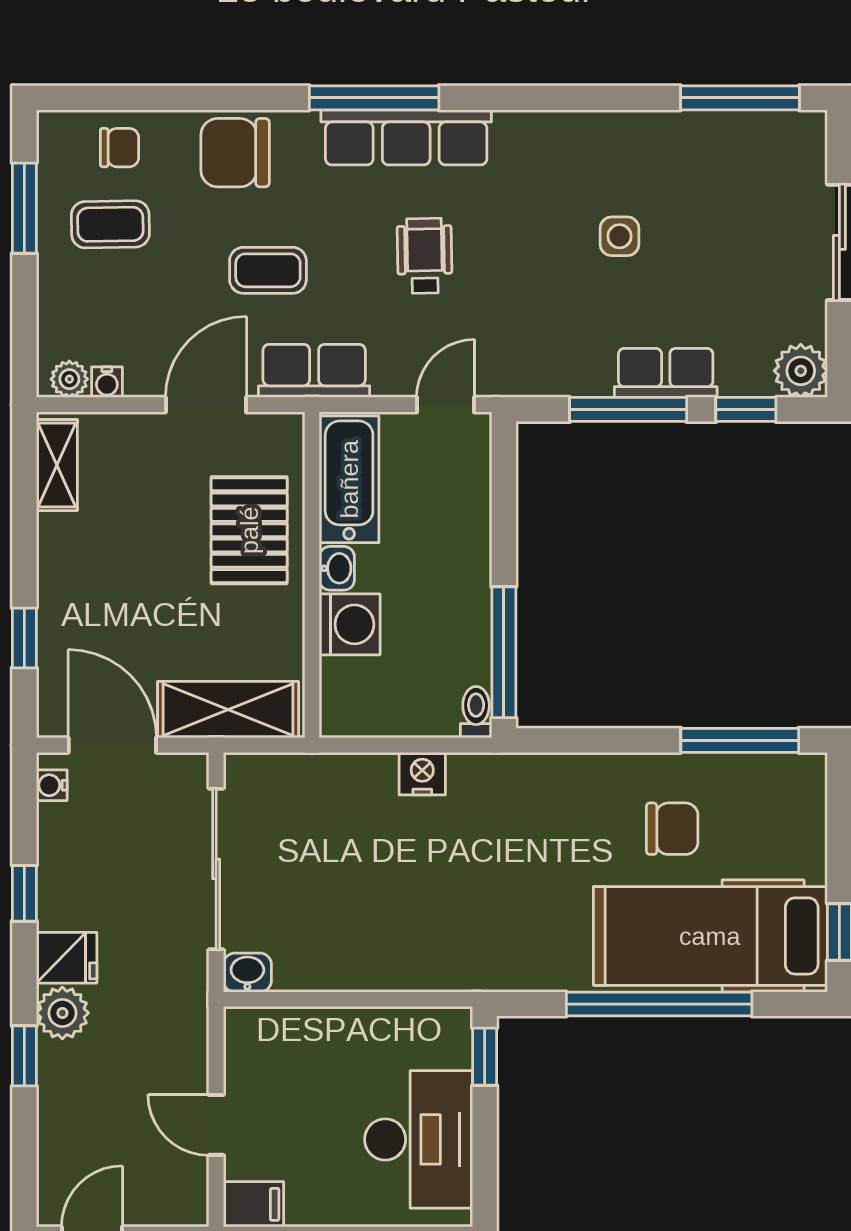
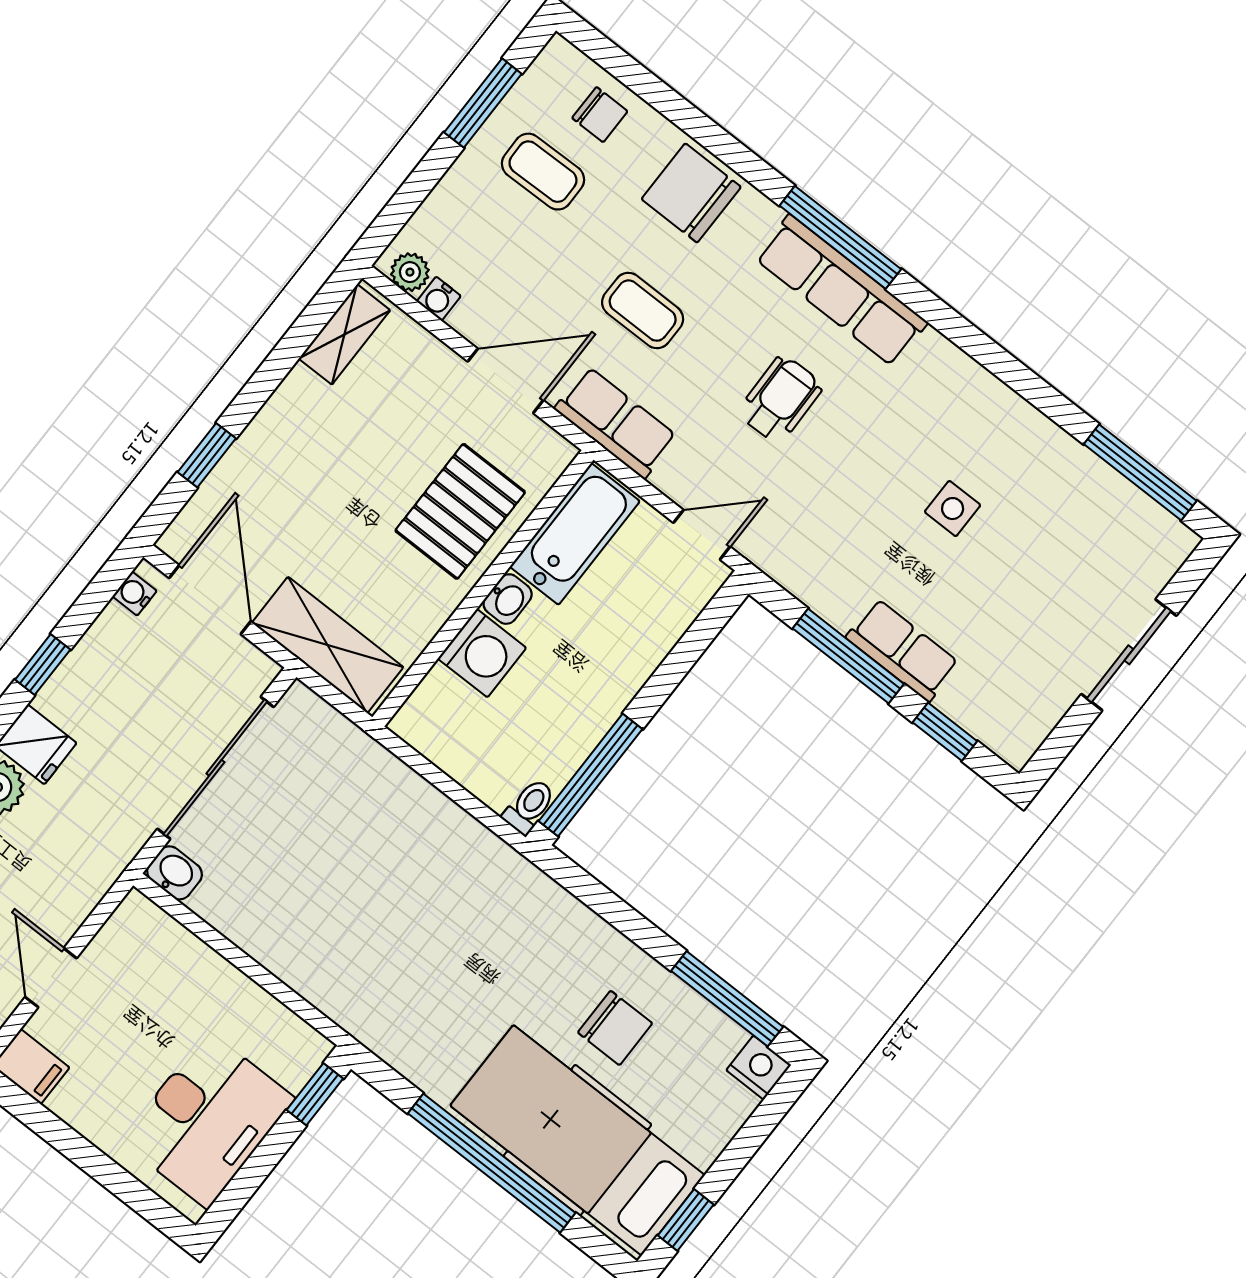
plant: (801, 371) -> (1015, 735), removed
nightstand: (422, 774) -> (759, 1068), moved

